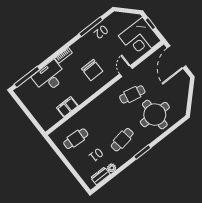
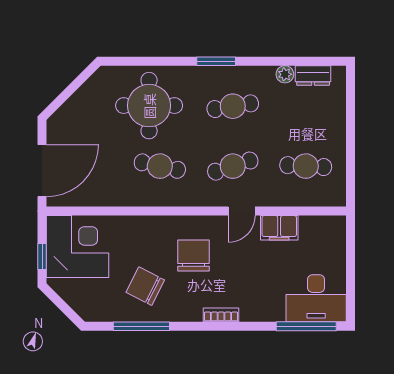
chair: (101, 43) -> (145, 286), added
door: (126, 71) -> (242, 211), moved
desk: (49, 77) -> (316, 298), moved
cafe table: (104, 117) -> (233, 166), added

